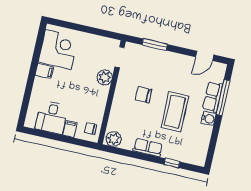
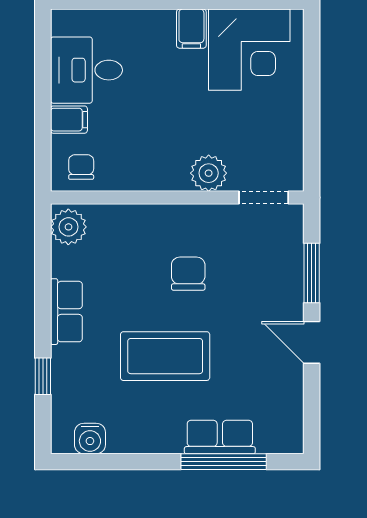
door: (205, 56) -> (312, 342), moved
water cooler: (209, 119) -> (90, 439), moved

